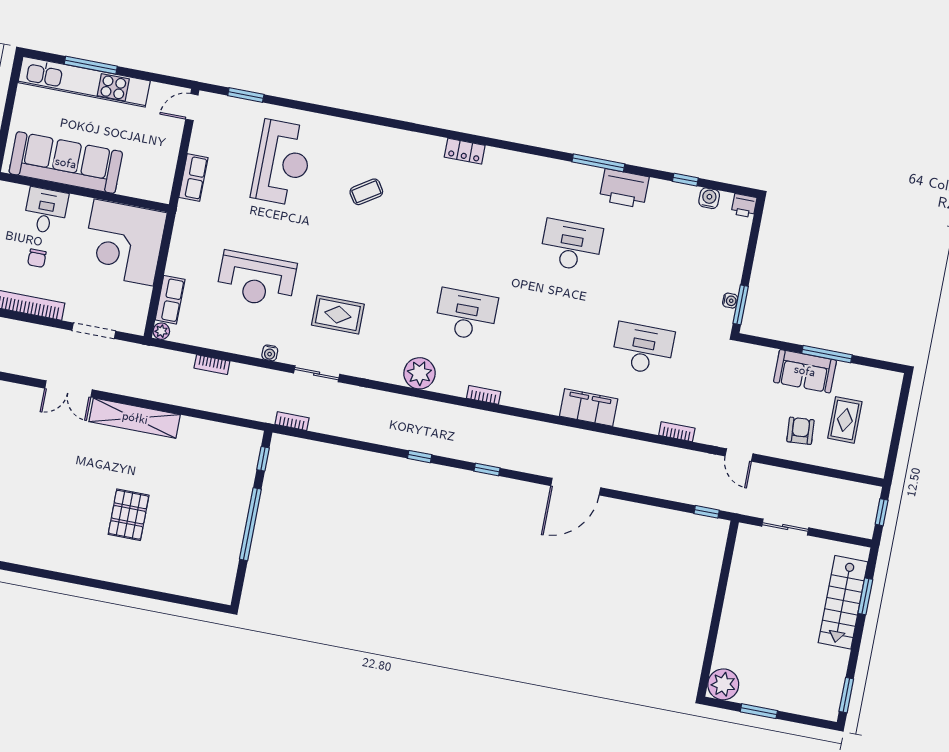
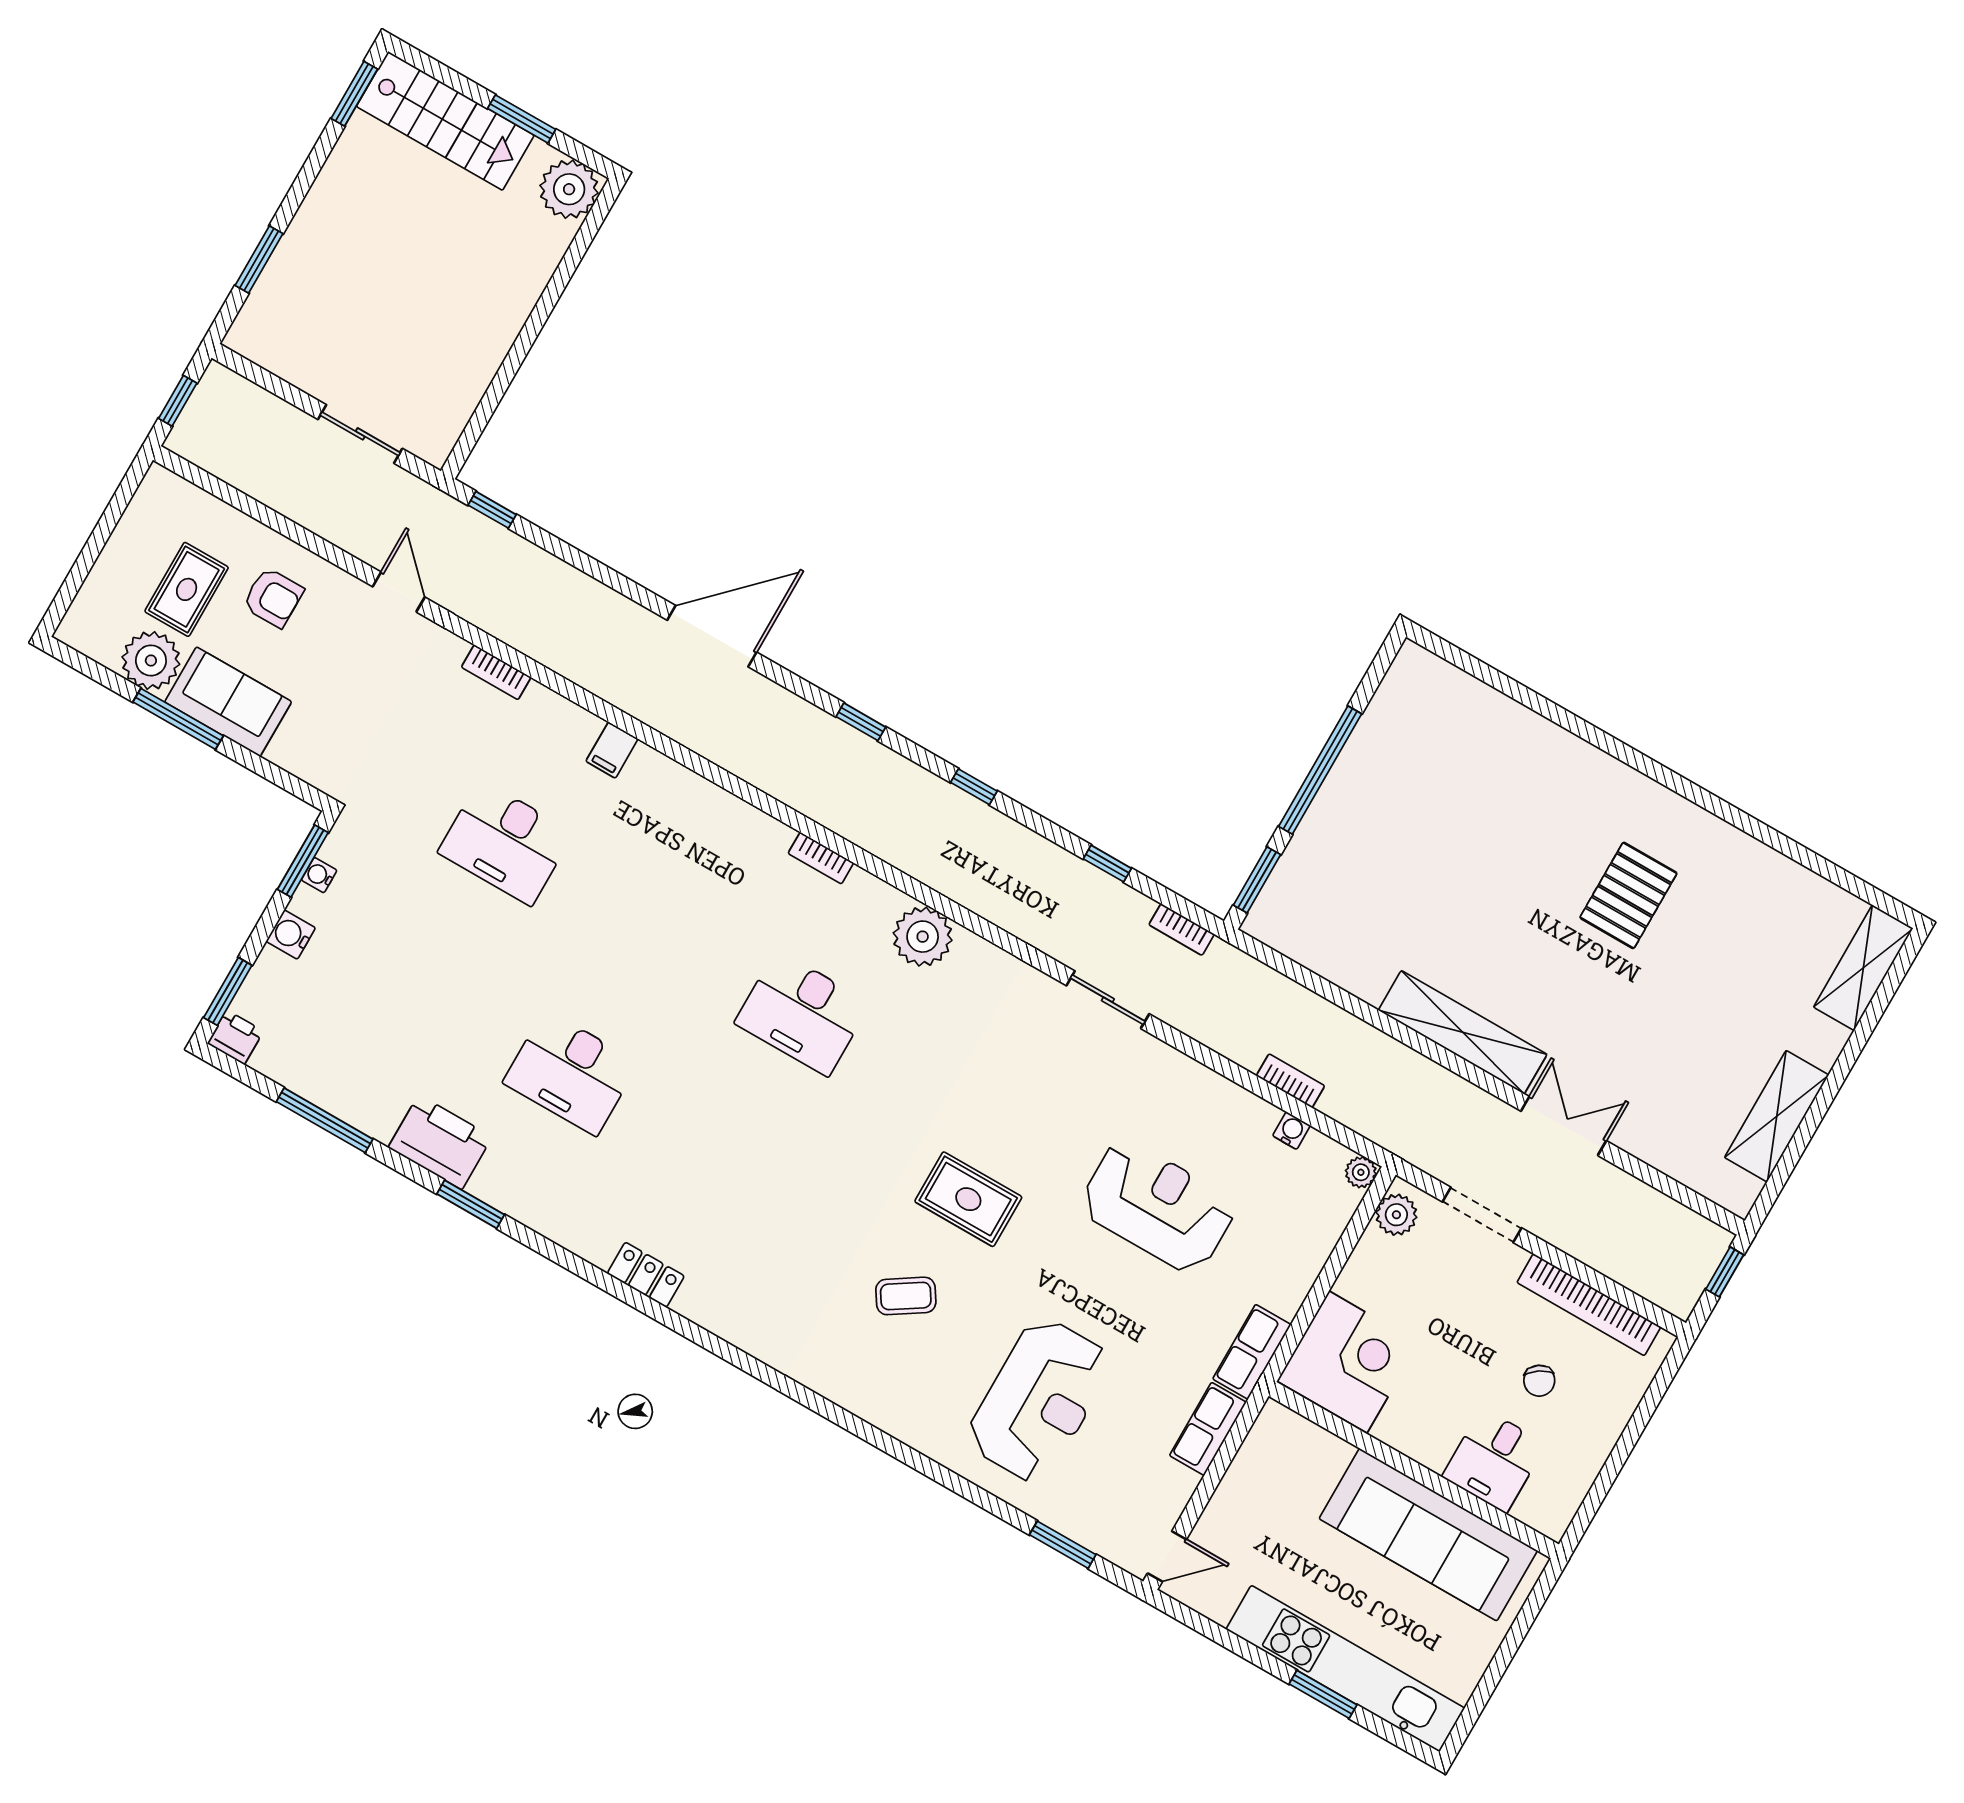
window: (91, 65) -> (1323, 1694), width x0.69
locker: (465, 151) -> (646, 1275), moved
reception desk: (282, 163) -> (1039, 1400), turned 180
window: (598, 163) -> (471, 1204), width x0.69
window: (685, 180) -> (325, 1120), width x2.17
water cooler: (709, 198) -> (291, 935), moved, turned 90
window: (756, 227) -> (228, 991), added
corner desk: (124, 243) -> (1348, 1362), width x0.74, depth x0.74
chair: (37, 258) -> (1539, 1381), turned 146
row of seats: (170, 300) -> (1252, 1352), moved
rug: (338, 315) -> (968, 1199), moved
plant: (136, 316) -> (1396, 1215), added
water cooler: (270, 353) -> (1291, 1131), moved
plant: (850, 378) -> (151, 661), added
filing cabinet: (589, 407) -> (612, 750), width x0.33, depth x0.86
armchair: (800, 431) -> (273, 598), turned -86
window: (340, 441) -> (1107, 864), added
window: (263, 459) -> (1257, 880), width x1.50
pallet: (129, 515) -> (1628, 895), moved
stairs: (843, 602) -> (445, 121), moved, turned 90

